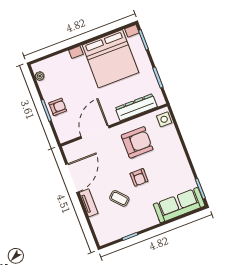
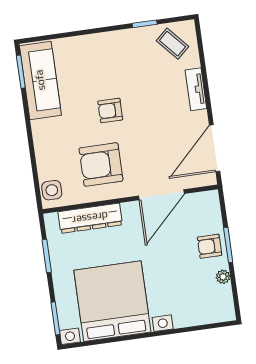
plant: (40, 76) -> (223, 277), moved
armchair: (139, 177) -> (110, 110), turned -90
door: (72, 178) -> (215, 148), moved
coffee table: (119, 198) -> (172, 44), moved
sofa: (179, 205) -> (40, 80), moved, turned -90

